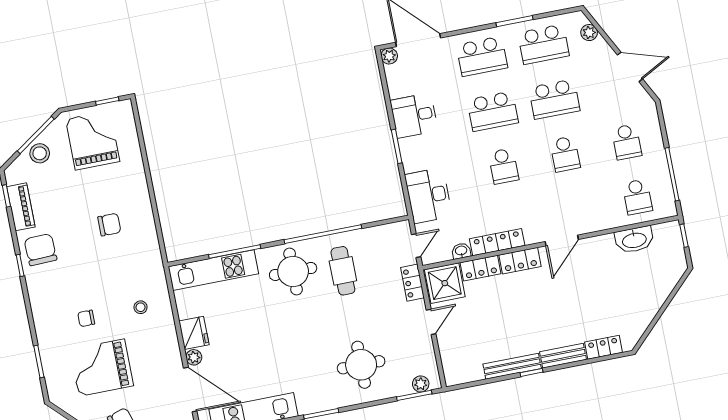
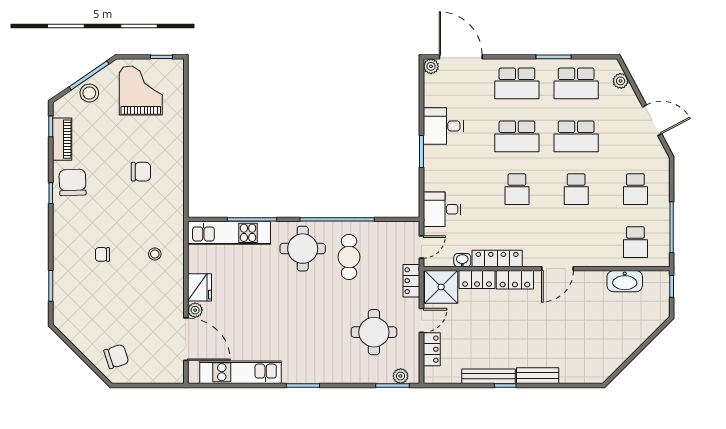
desk: (428, 196) -> (442, 209), width x0.73
locker: (603, 347) -> (432, 349), moved, turned 90
round table: (361, 365) -> (374, 332), moved
grand piano: (102, 368) -> (108, 303), removed

